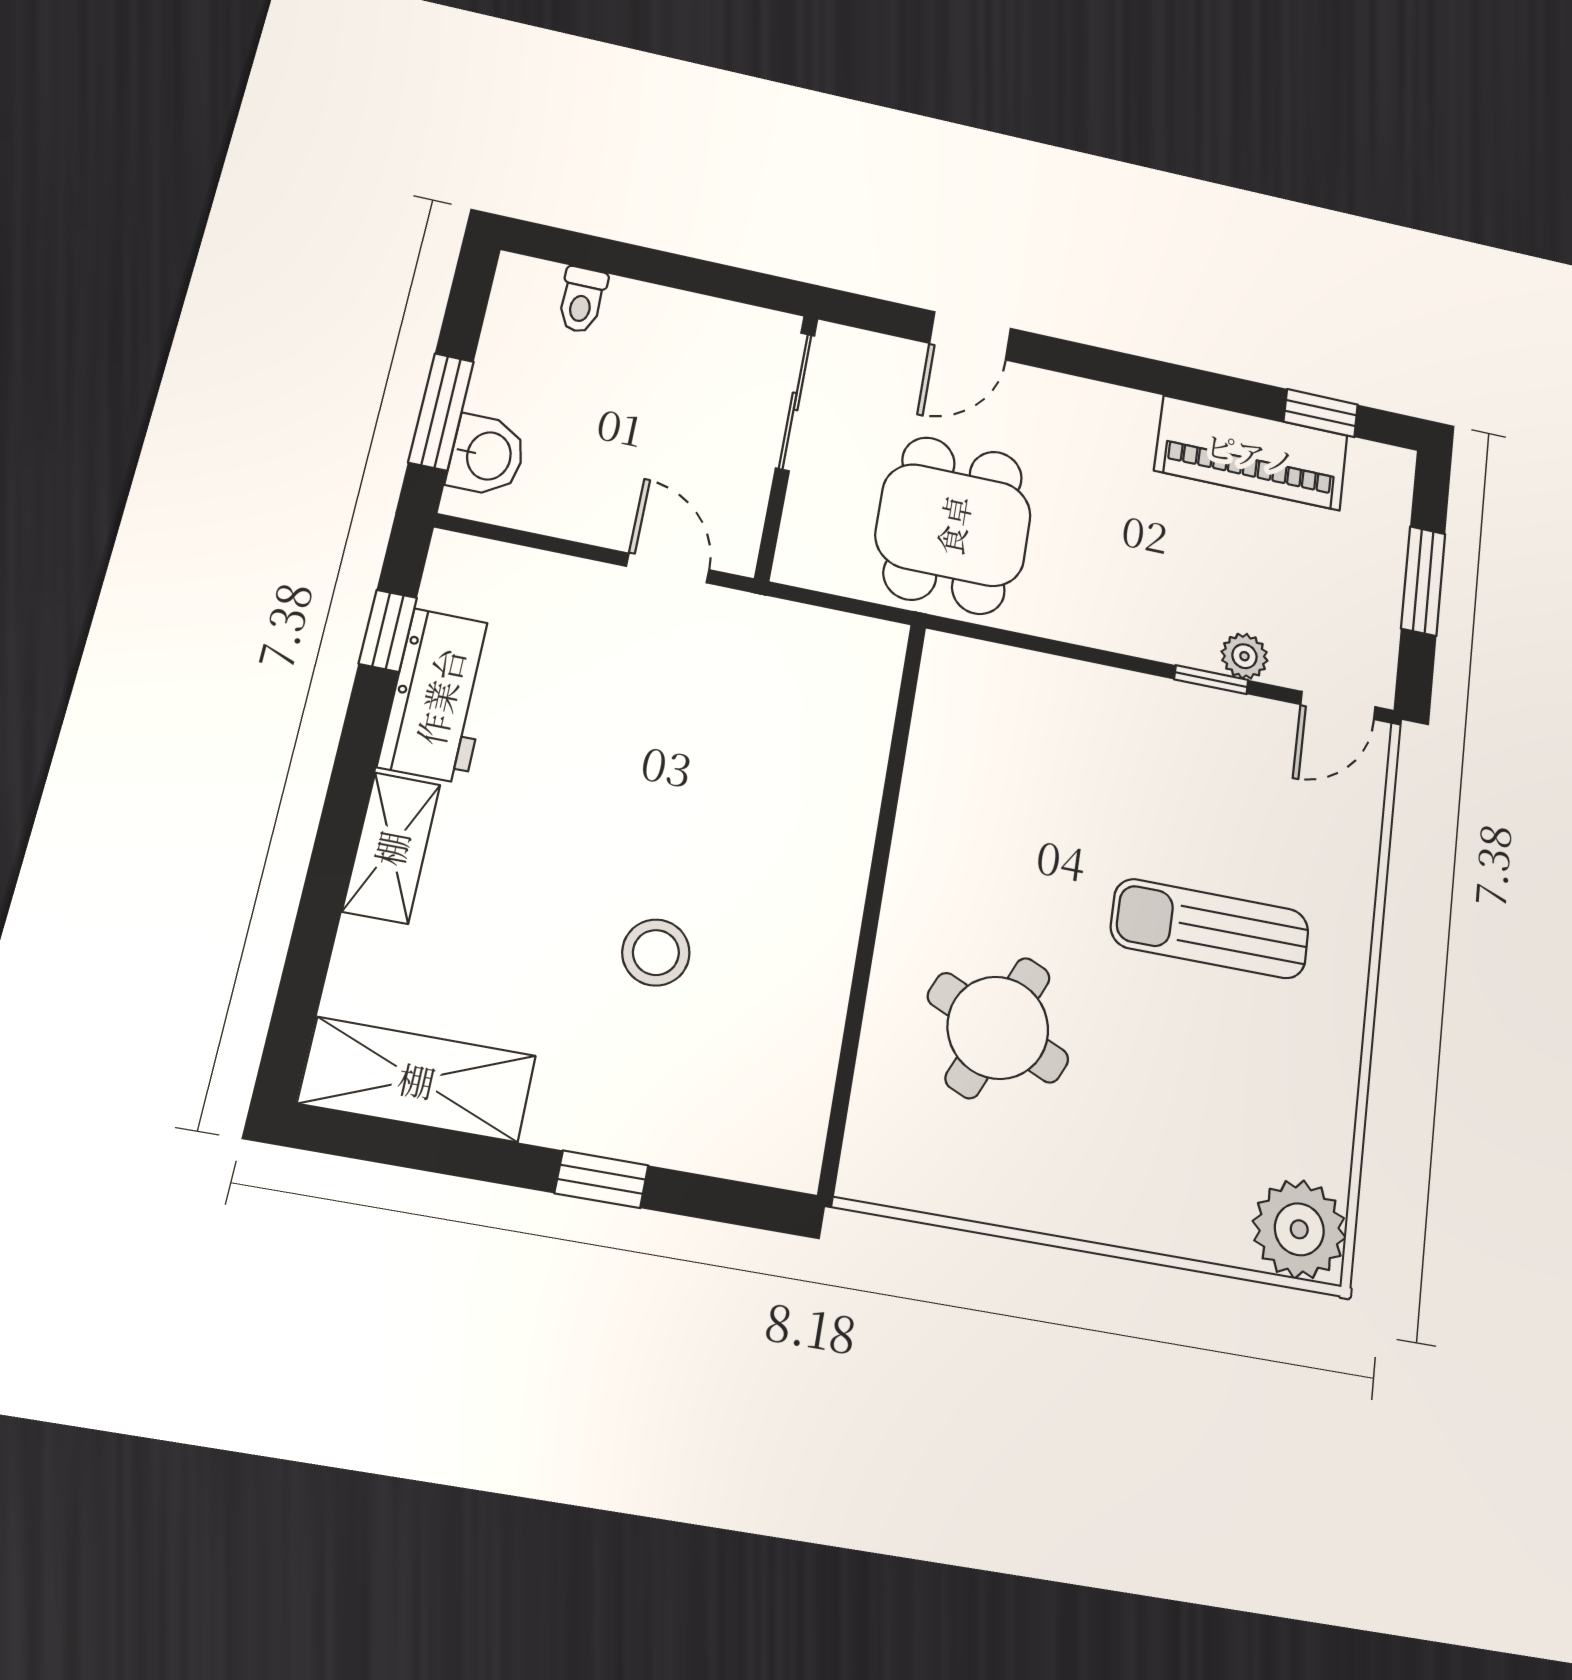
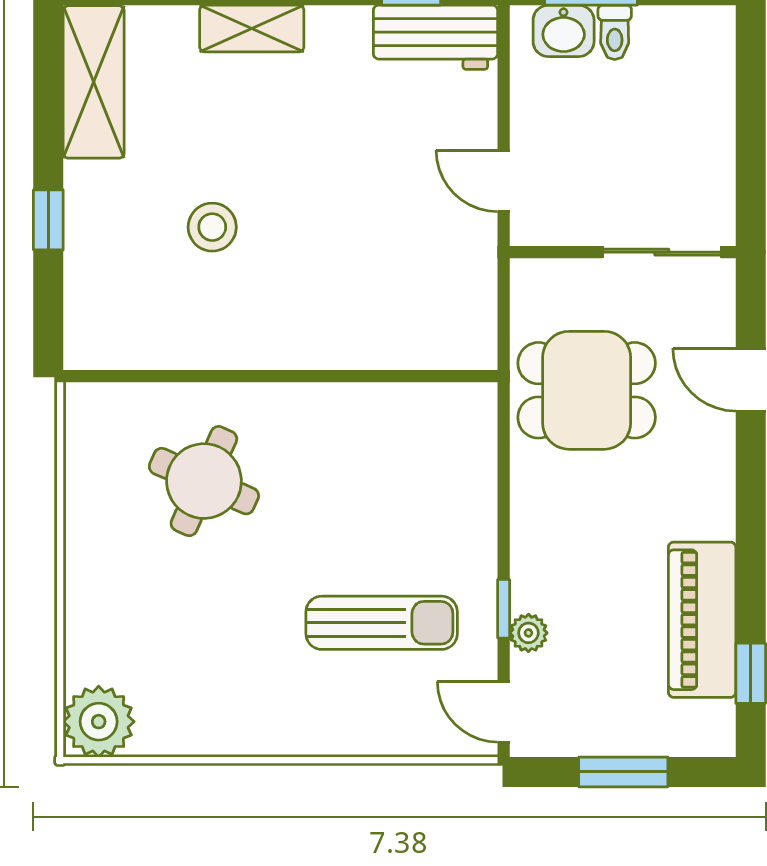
toilet: (582, 300) -> (615, 32), moved, turned -90
door: (668, 568) -> (504, 181), swing flipped
workbench: (440, 696) -> (436, 37), moved
sun lounger: (1210, 929) -> (382, 623), moved, turned 90

